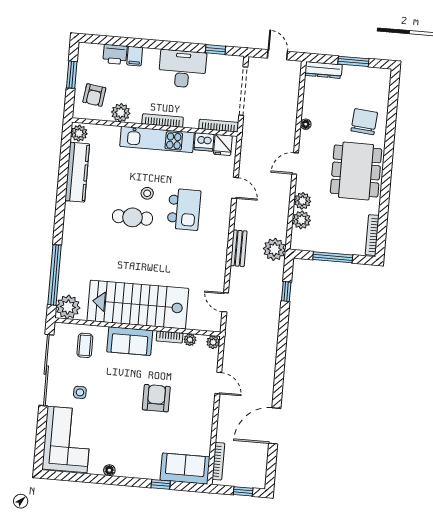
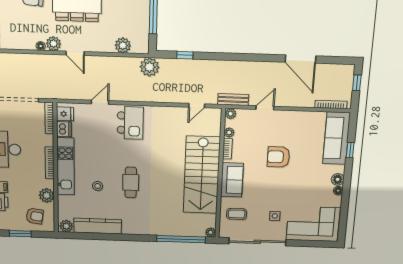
stool: (147, 193) -> (98, 186), moved
plant: (302, 201) -> (54, 44), moved
kitchen island: (184, 209) -> (130, 123), moved, turned 90
bench: (239, 248) -> (233, 100), moved
plant: (68, 307) -> (211, 232), width x0.53, depth x0.53
sofa: (185, 469) -> (336, 138), width x1.36
floor lamp: (124, 470) -> (338, 179), added

